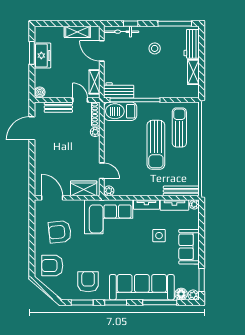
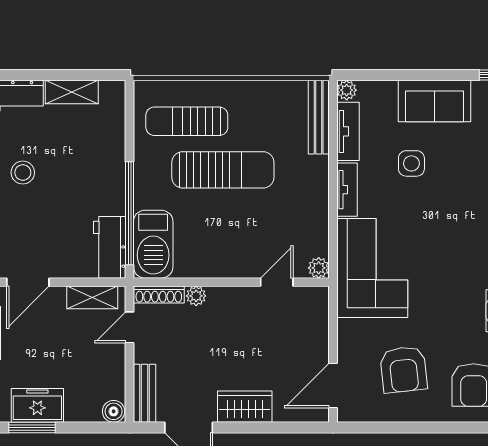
bench: (58, 107) -> (145, 393), moved
wardrobe: (84, 188) -> (245, 407), moved, turned 90

